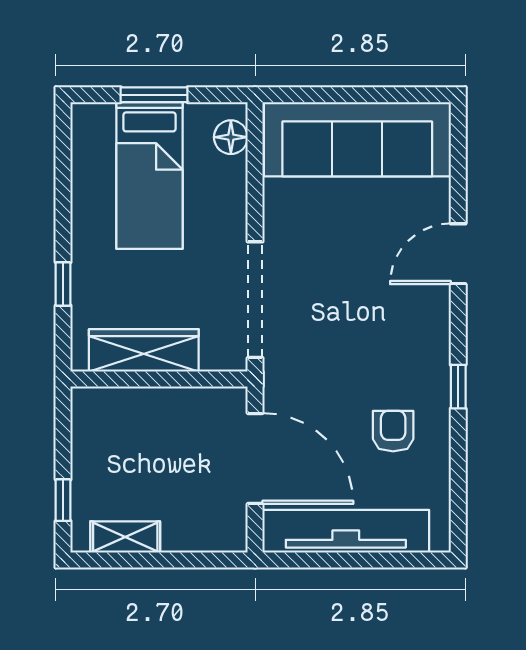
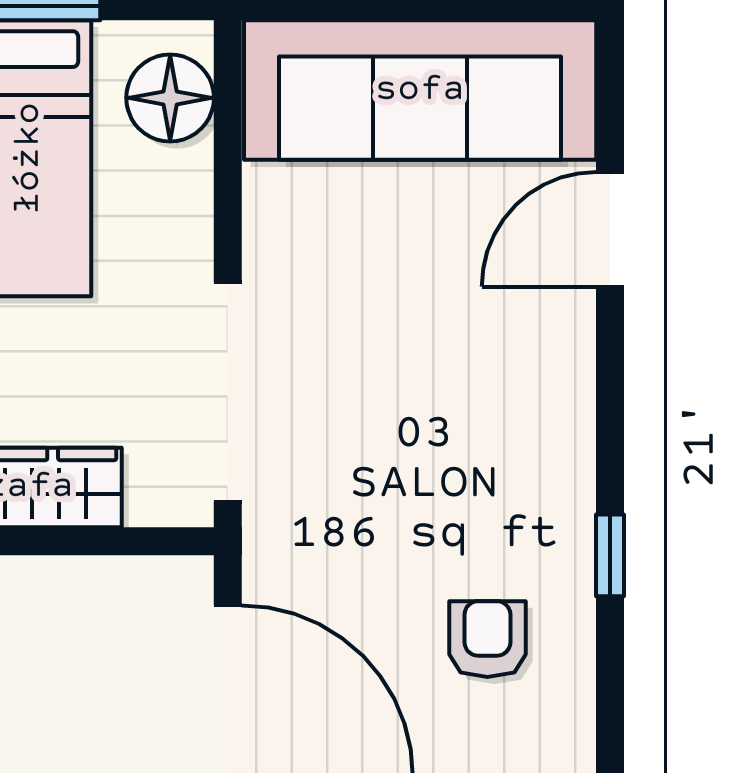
floor lamp: (231, 137) -> (170, 98), width x1.38, depth x1.38
door: (458, 254) -> (610, 229), moved

